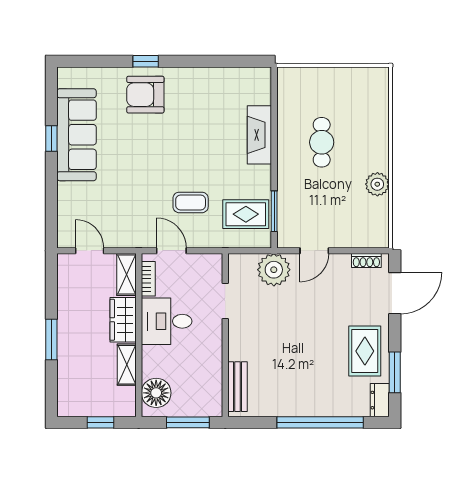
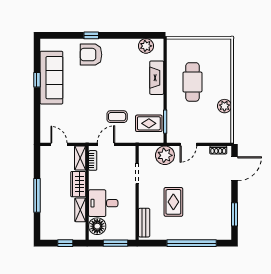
plant: (241, 80) -> (146, 46), added
cafe table: (322, 142) -> (192, 82), width x1.37, depth x1.35
door: (171, 251) -> (106, 144), hinge flipped
desk: (167, 321) -> (103, 203), moved
window: (51, 339) -> (37, 195), width x1.44
rug: (365, 351) -> (173, 202), moved
dresser: (380, 400) -> (226, 230), removed

